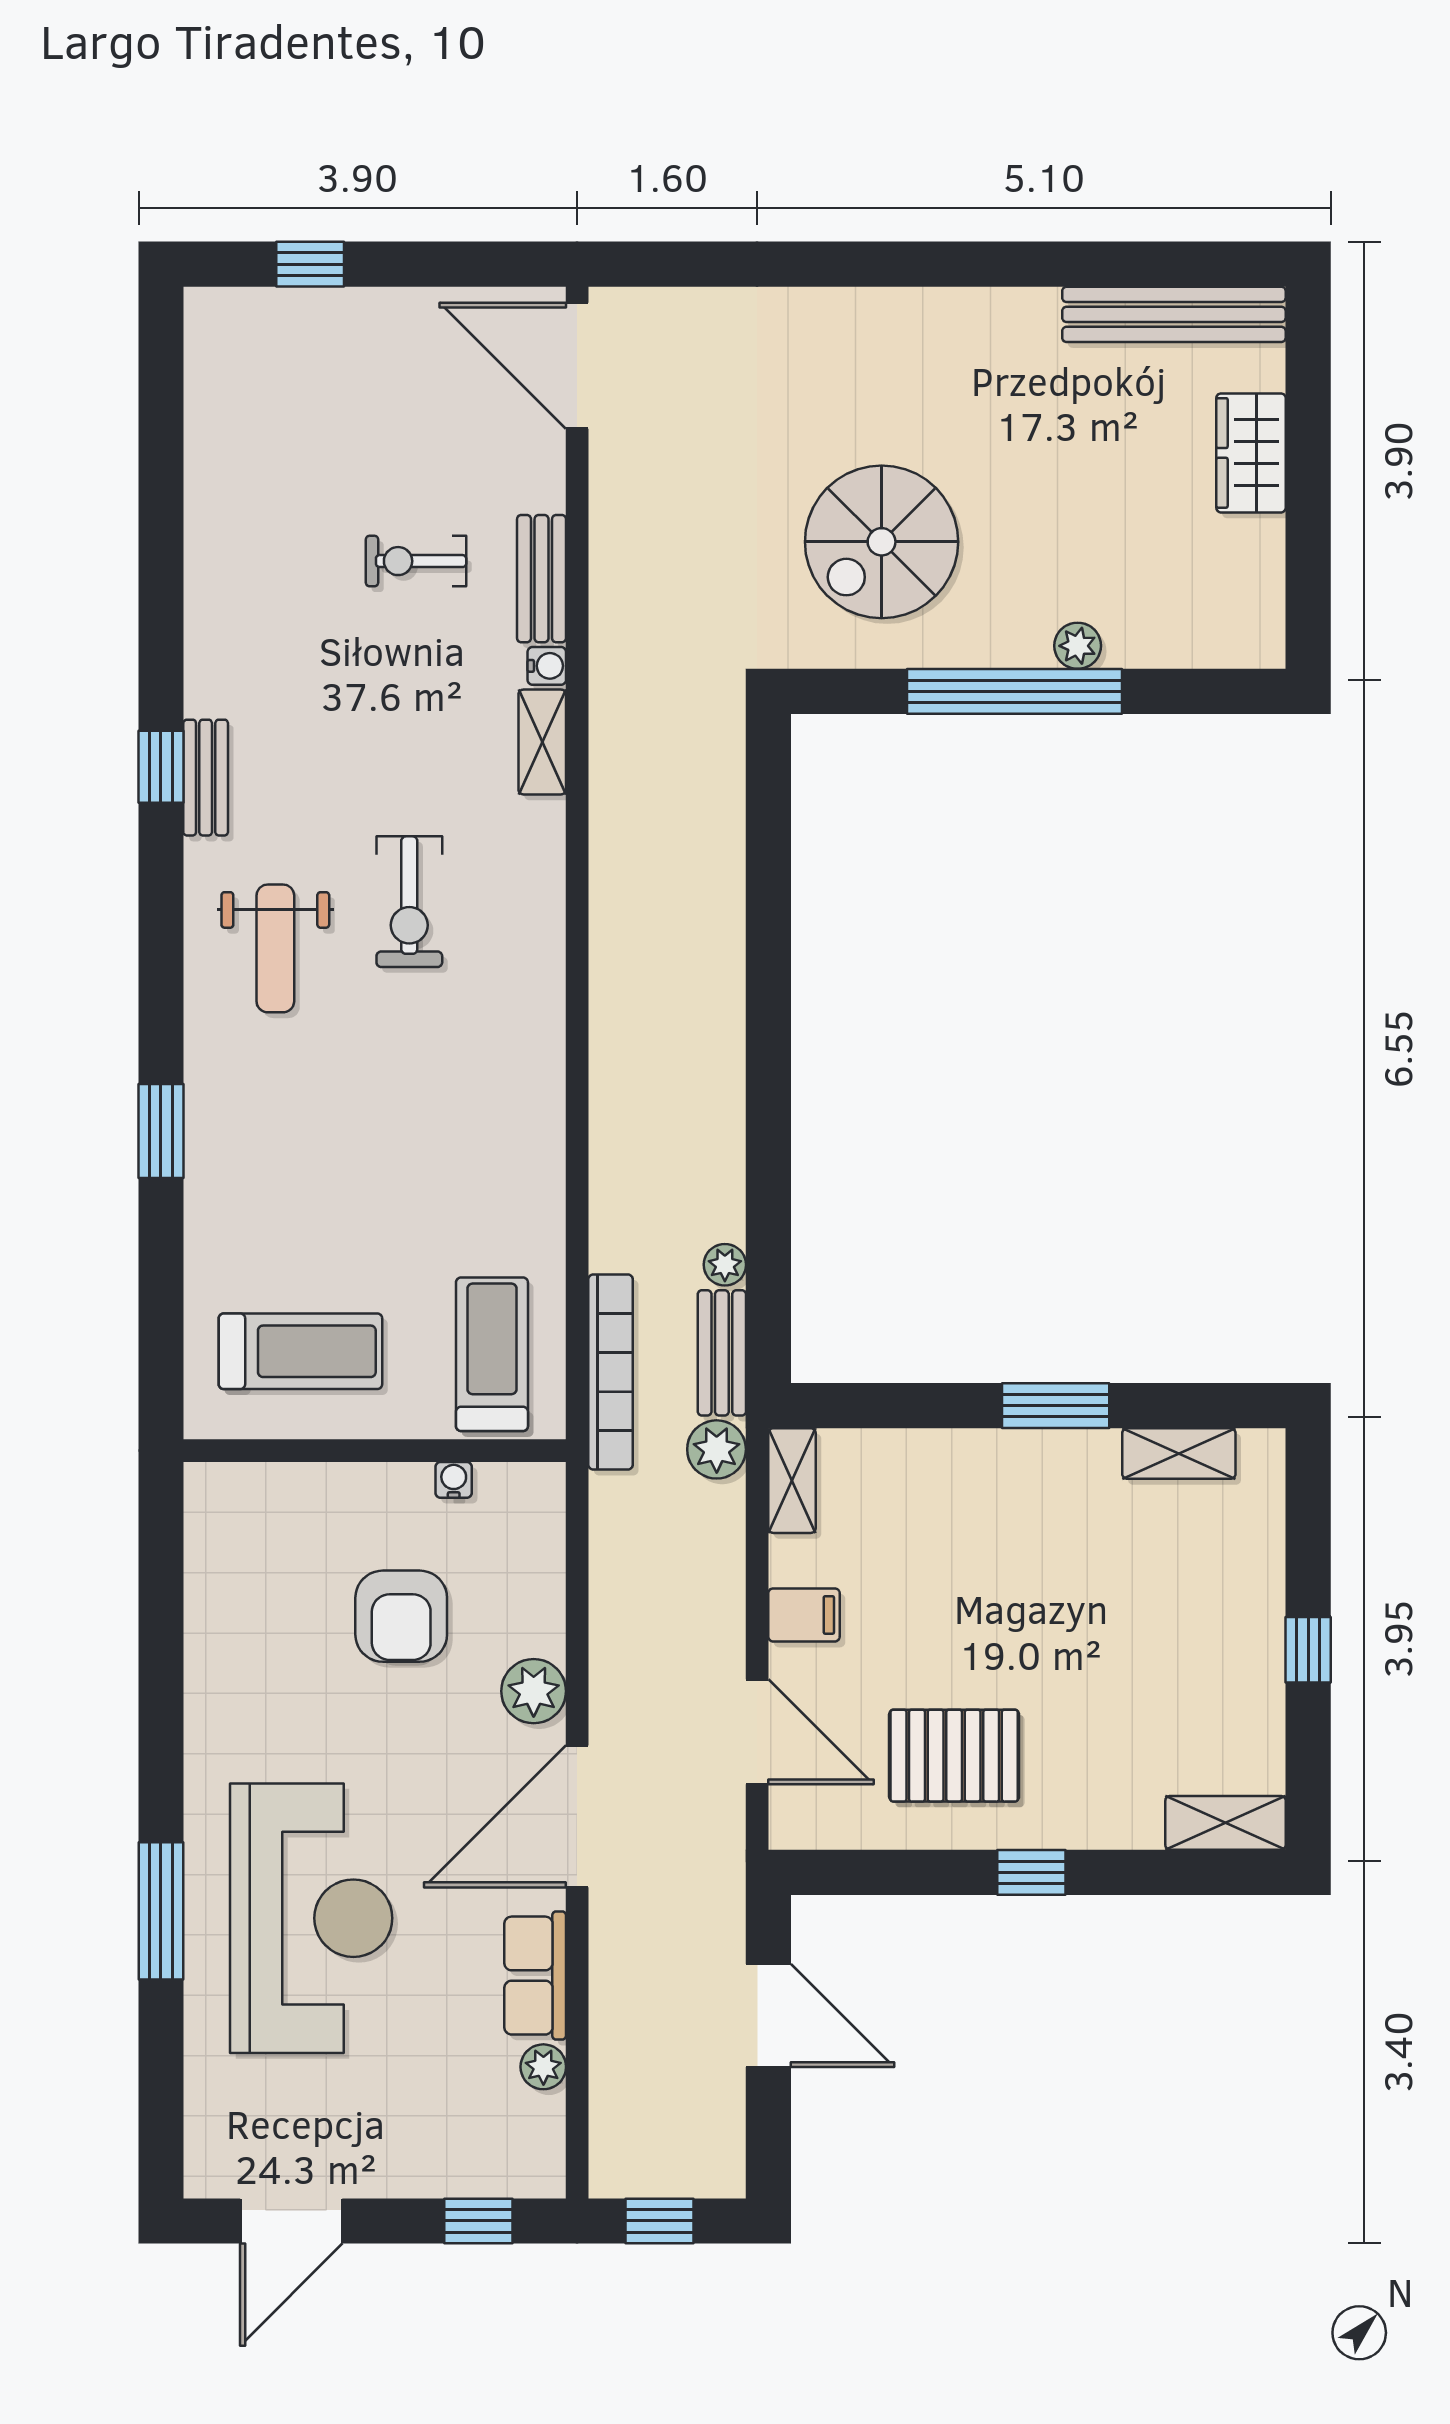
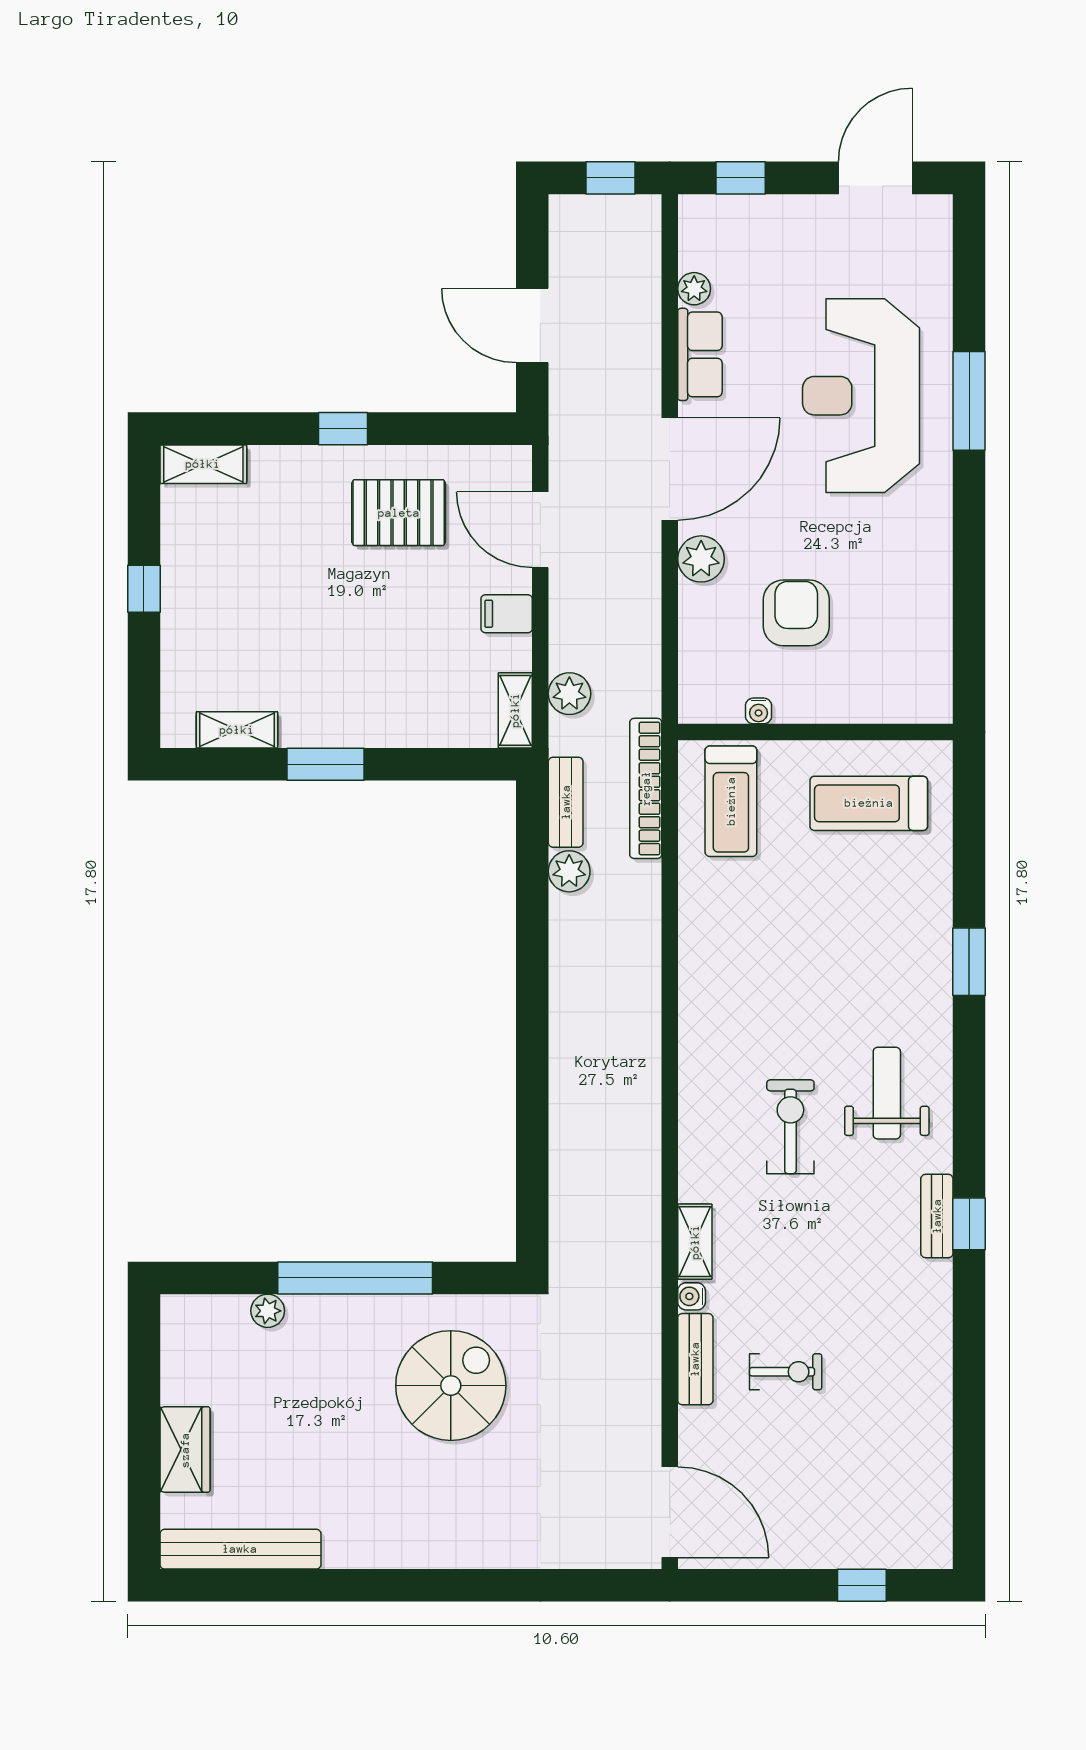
plant: (1078, 646) -> (268, 1311), moved
plant: (725, 1265) -> (569, 871), width x1.38, depth x1.38
plant: (717, 1449) -> (569, 694), moved

